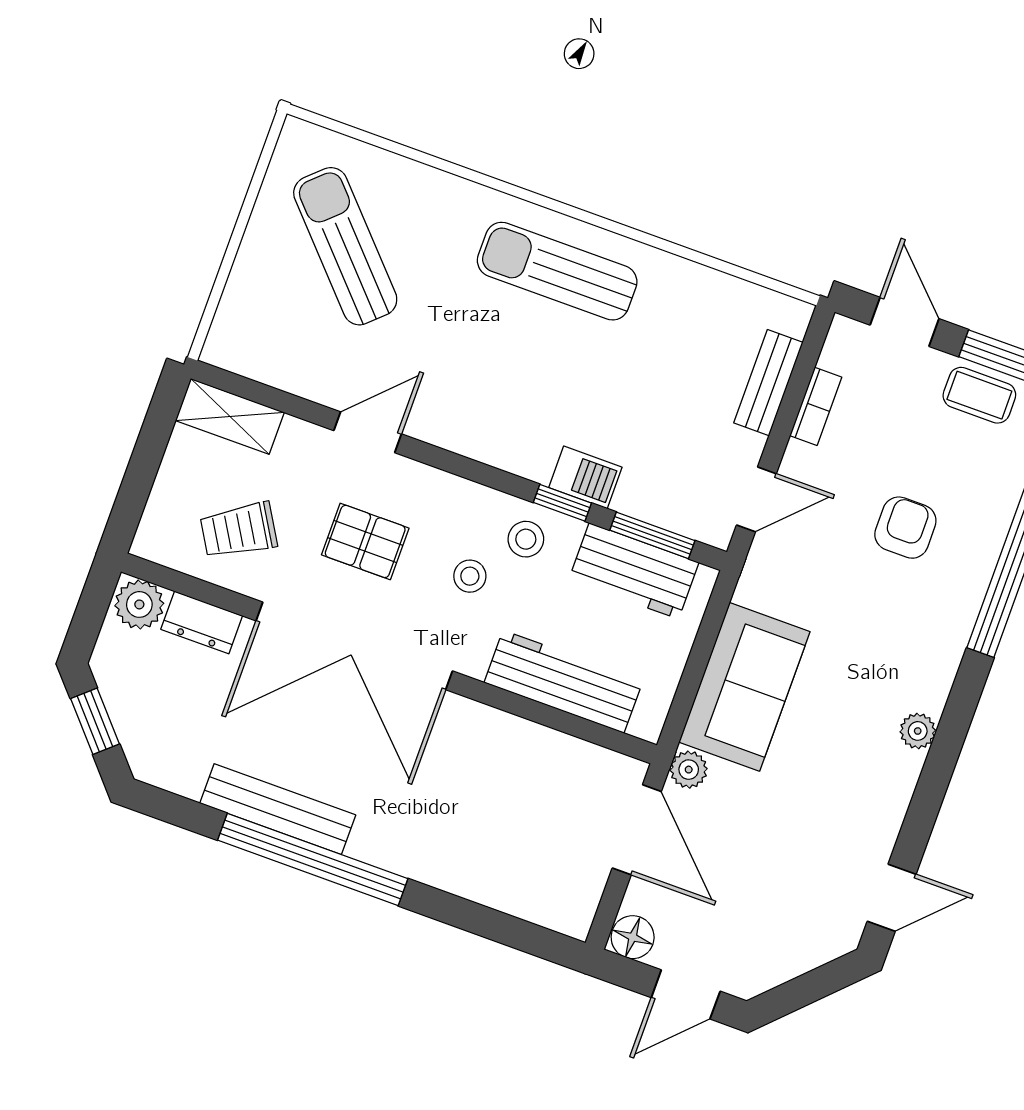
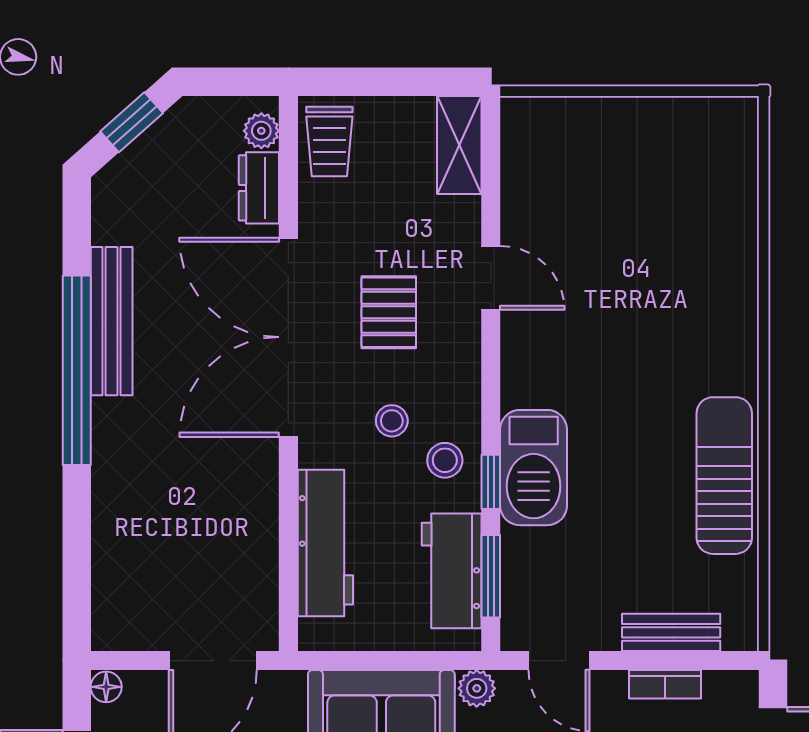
sun lounger: (345, 246) -> (656, 195), removed
sun lounger: (557, 271) -> (724, 476), moved
barbecue: (585, 477) -> (534, 468), width x1.88, depth x1.53
trolley: (239, 530) -> (329, 142), moved, turned -149
plant: (139, 604) -> (261, 131), width x0.73, depth x0.73
plant: (689, 770) -> (477, 688), moved
floor lamp: (633, 937) -> (106, 687), width x0.73, depth x0.73

